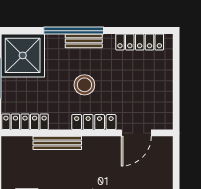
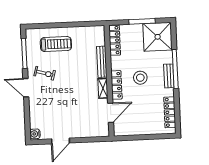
door: (136, 133) -> (111, 113), swing flipped
shelving: (98, 143) -> (103, 88), added

